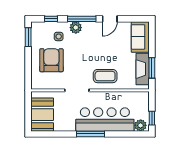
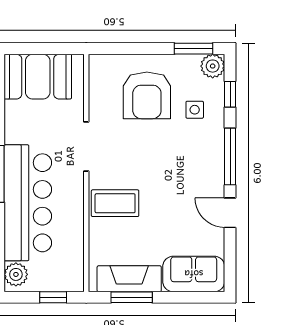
plant: (76, 28) -> (213, 66), moved
armchair: (51, 60) -> (147, 95), turned 90
coffee table: (105, 76) -> (115, 203), turned 90
window: (152, 118) -> (53, 297), moved

